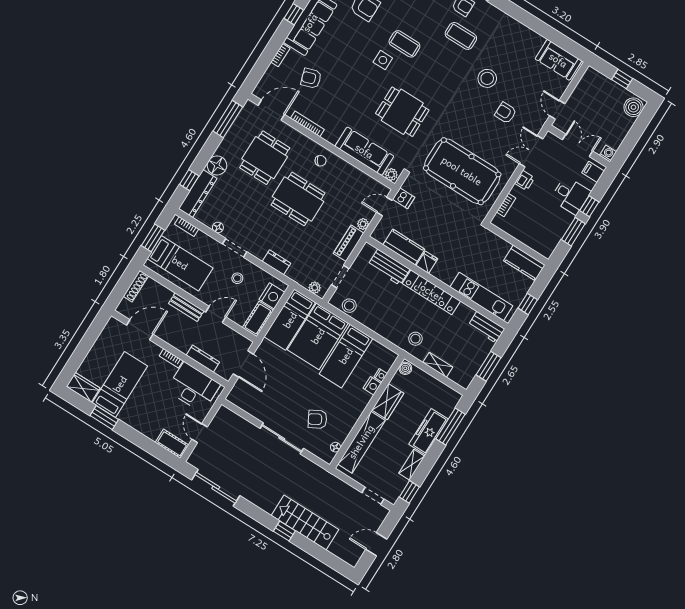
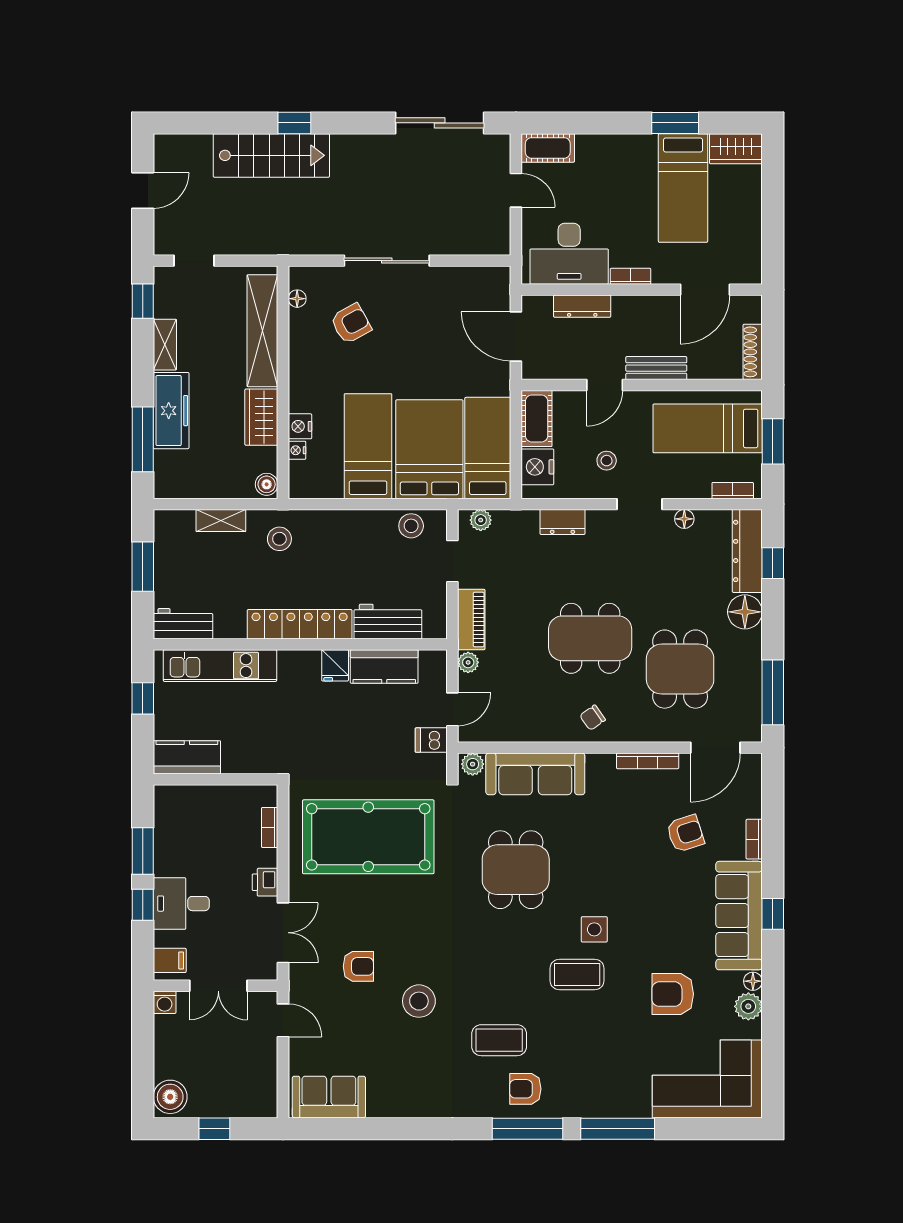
dining table: (402, 112) -> (516, 870), turned 90

